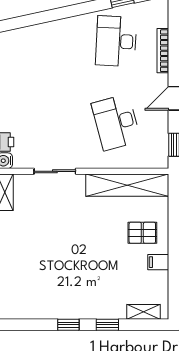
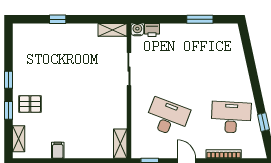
desk: (116, 122) -> (168, 117), turned 36
shelving: (127, 185) -> (120, 144), width x0.45, depth x0.75
pallet: (142, 233) -> (30, 104), moved, turned 90

